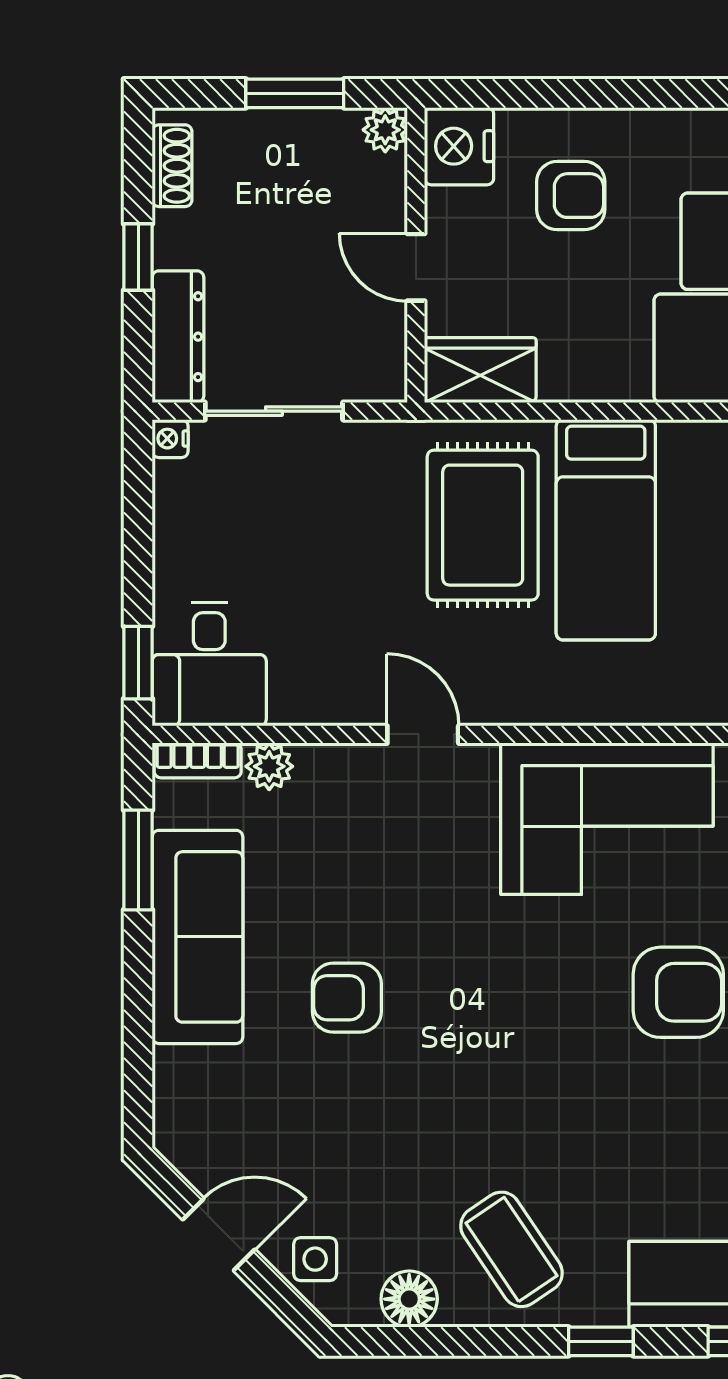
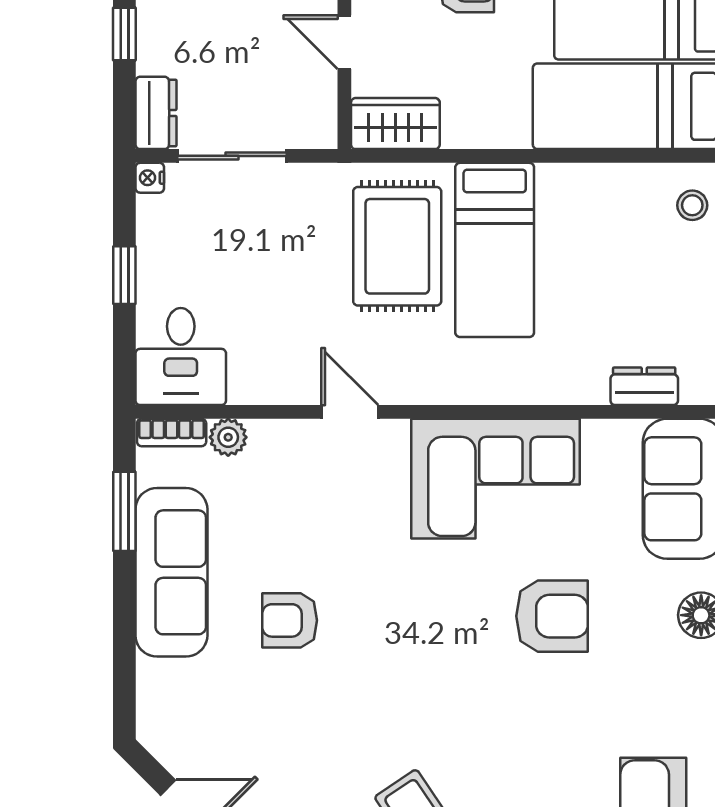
dresser: (178, 337) -> (156, 113), width x0.70
window: (138, 663) -> (124, 275), moved

